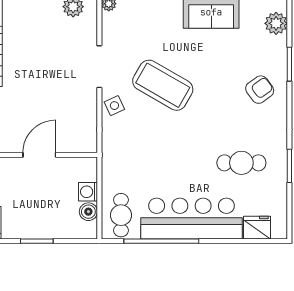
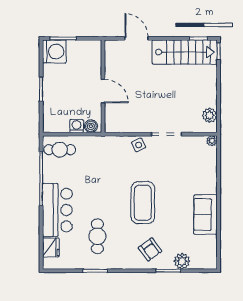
plant: (276, 23) -> (182, 261), moved
coffee table: (163, 85) -> (143, 203), moved, turned -30
boiler: (88, 212) -> (91, 126), moved
bar counter: (191, 219) -> (57, 210), width x0.73

